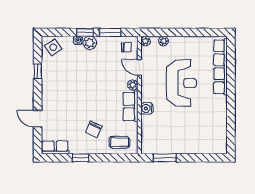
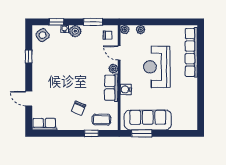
window: (85, 32) -> (56, 22), moved
reception desk: (182, 83) -> (157, 67), turned 180
sofa: (171, 143) -> (148, 120), added
window: (80, 158) -> (92, 133), moved

